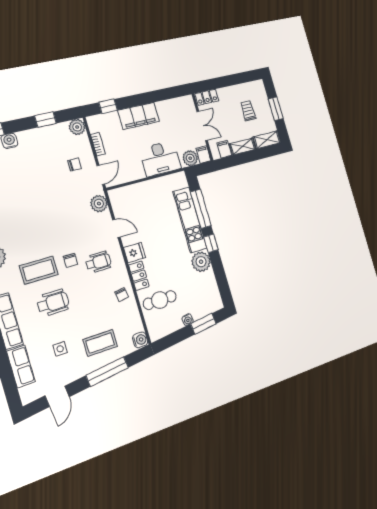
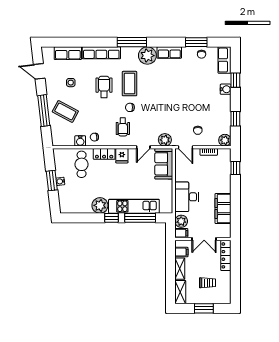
locker: (207, 97) -> (226, 255), width x1.53
filing cabinet: (139, 116) -> (223, 209), moved
sofa: (129, 197) -> (164, 164), added
wheelchair: (53, 303) -> (104, 87), turned 180
window: (203, 324) -> (52, 181), moved
water cooler: (140, 340) -> (80, 141), moved
coffee table: (100, 343) -> (65, 111), turned -62

